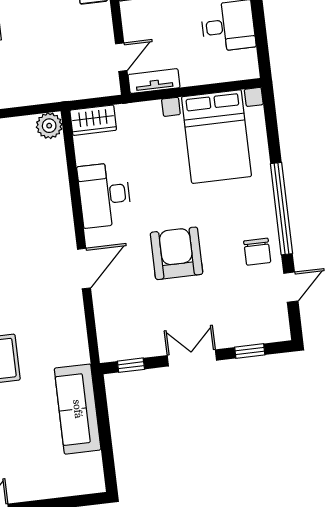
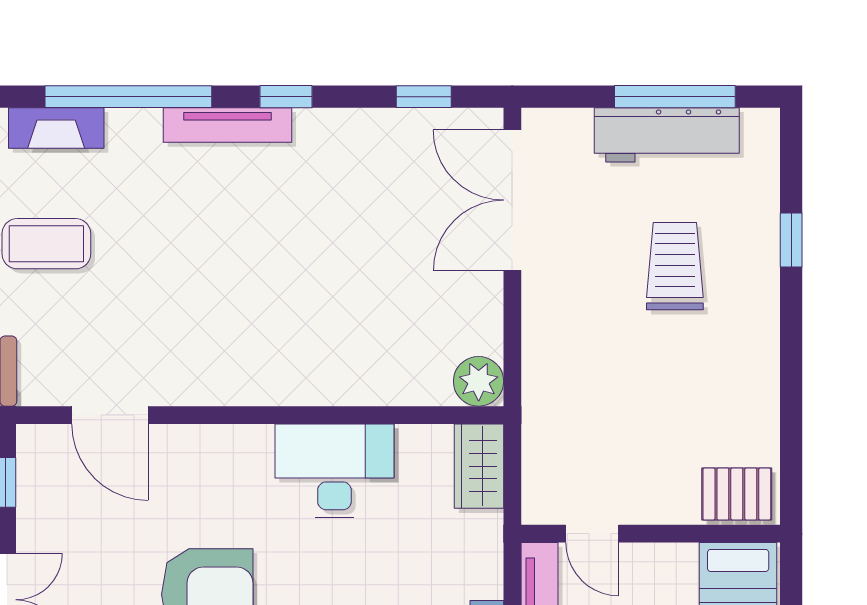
door: (84, 269) -> (110, 415), moved

